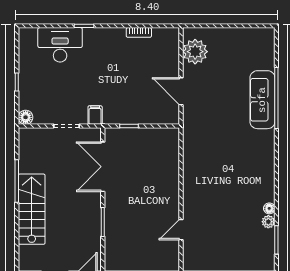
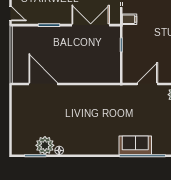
sofa: (262, 100) -> (135, 145), width x0.73
plant: (268, 222) -> (45, 145), width x1.88, depth x1.88
door: (181, 230) -> (43, 84), width x1.88

